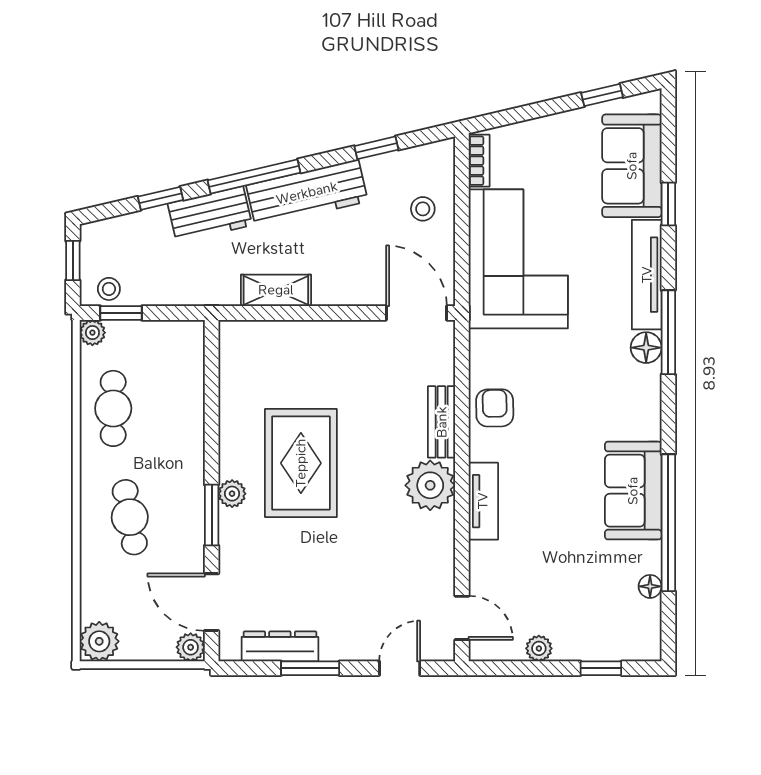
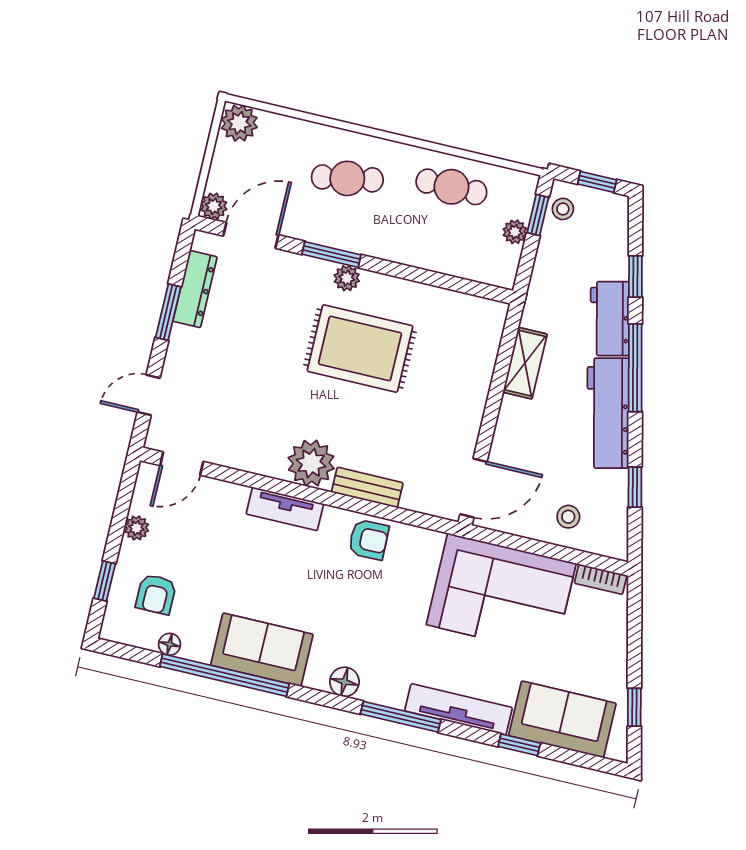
plant: (92, 333) -> (515, 232), moved
floor lamp: (646, 348) -> (344, 682), moved
armchair: (602, 612) -> (156, 594), added
door: (400, 668) -> (149, 395), swing flipped

